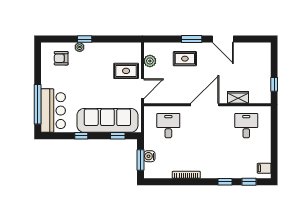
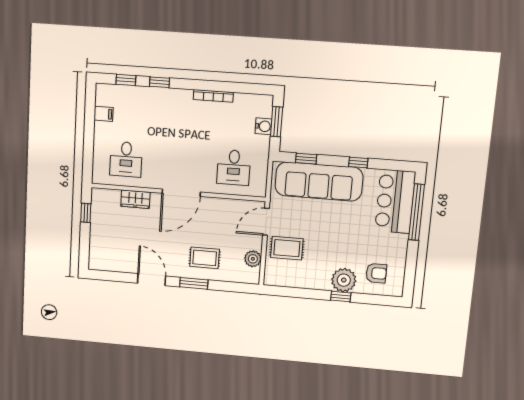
plant: (80, 47) -> (344, 280), width x1.87, depth x1.87
filing cabinet: (264, 168) -> (104, 114), moved

